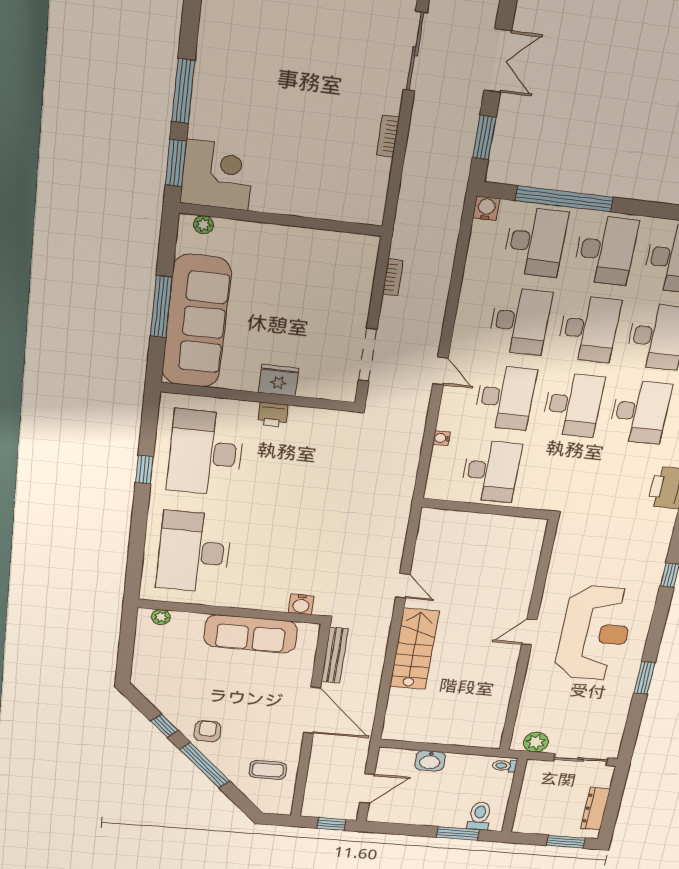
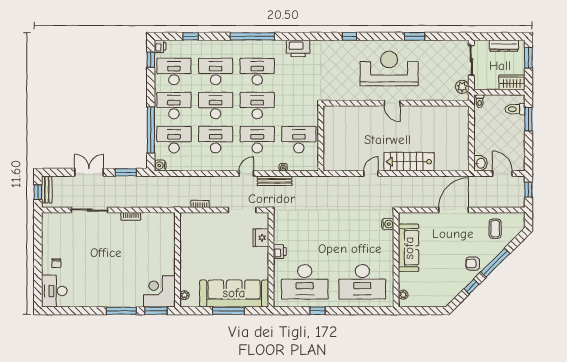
fridge: (279, 380) -> (261, 238), moved
bench: (335, 655) -> (275, 181), moved
washbasin: (430, 761) -> (480, 163), moved
wardrobe: (528, 815) -> (512, 82), added

